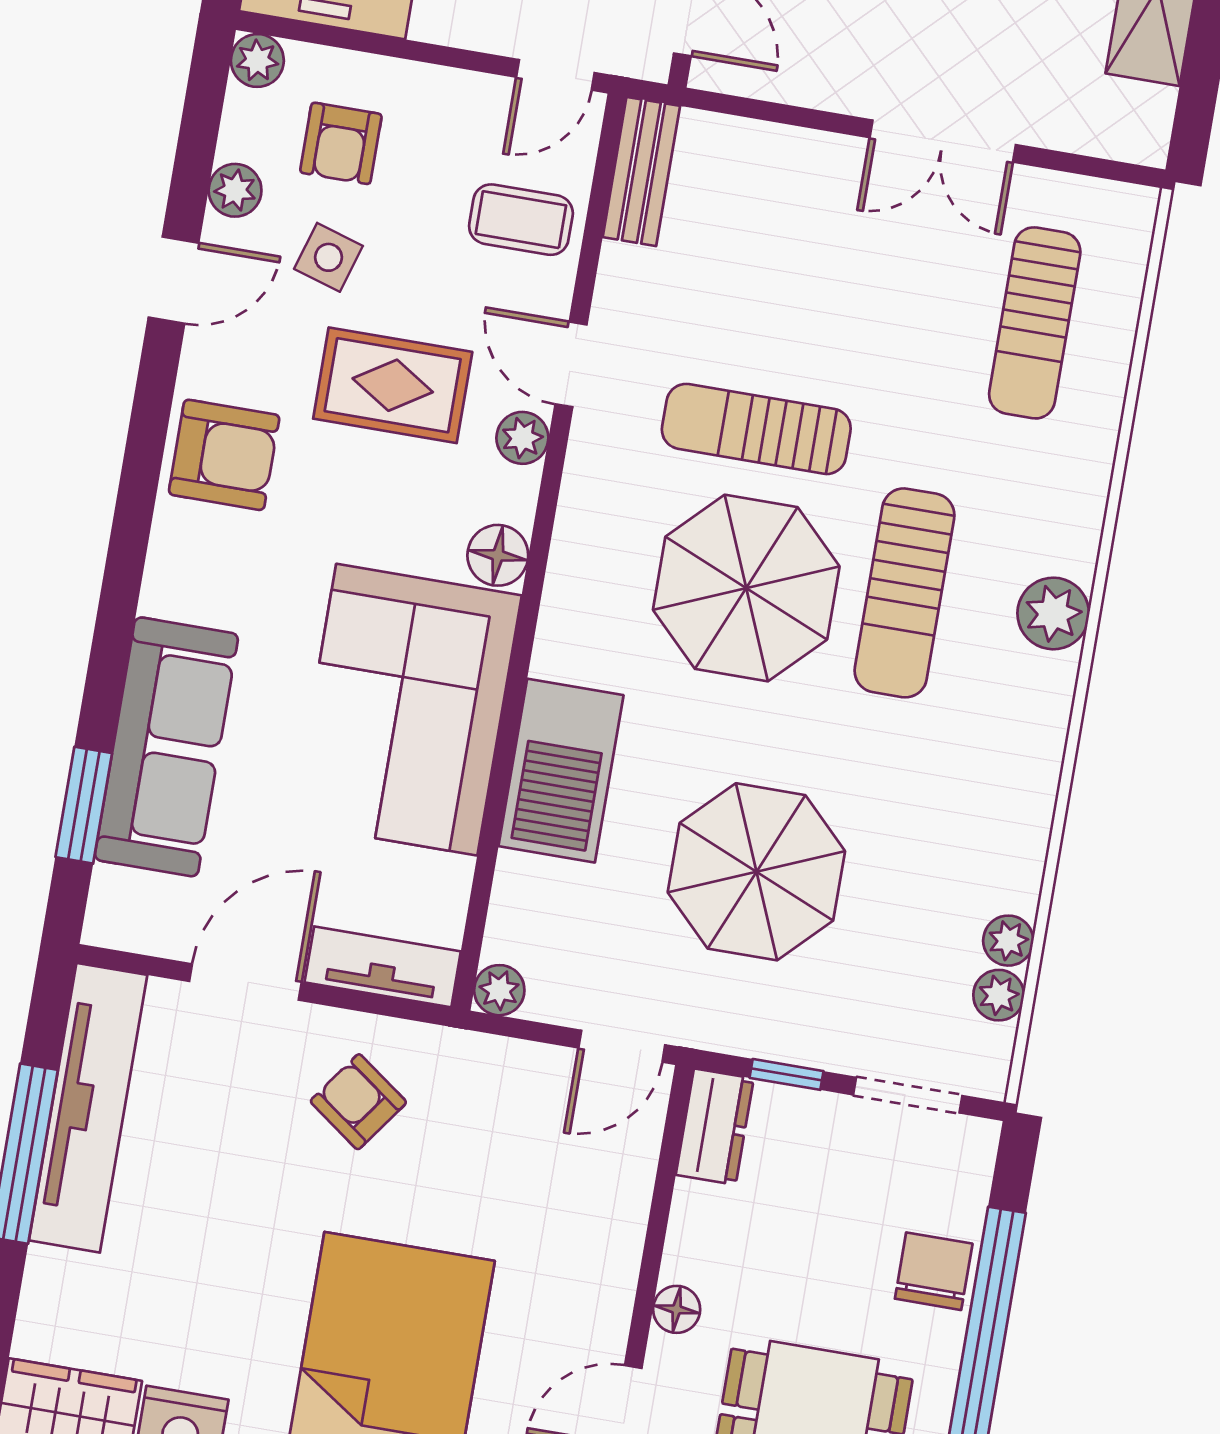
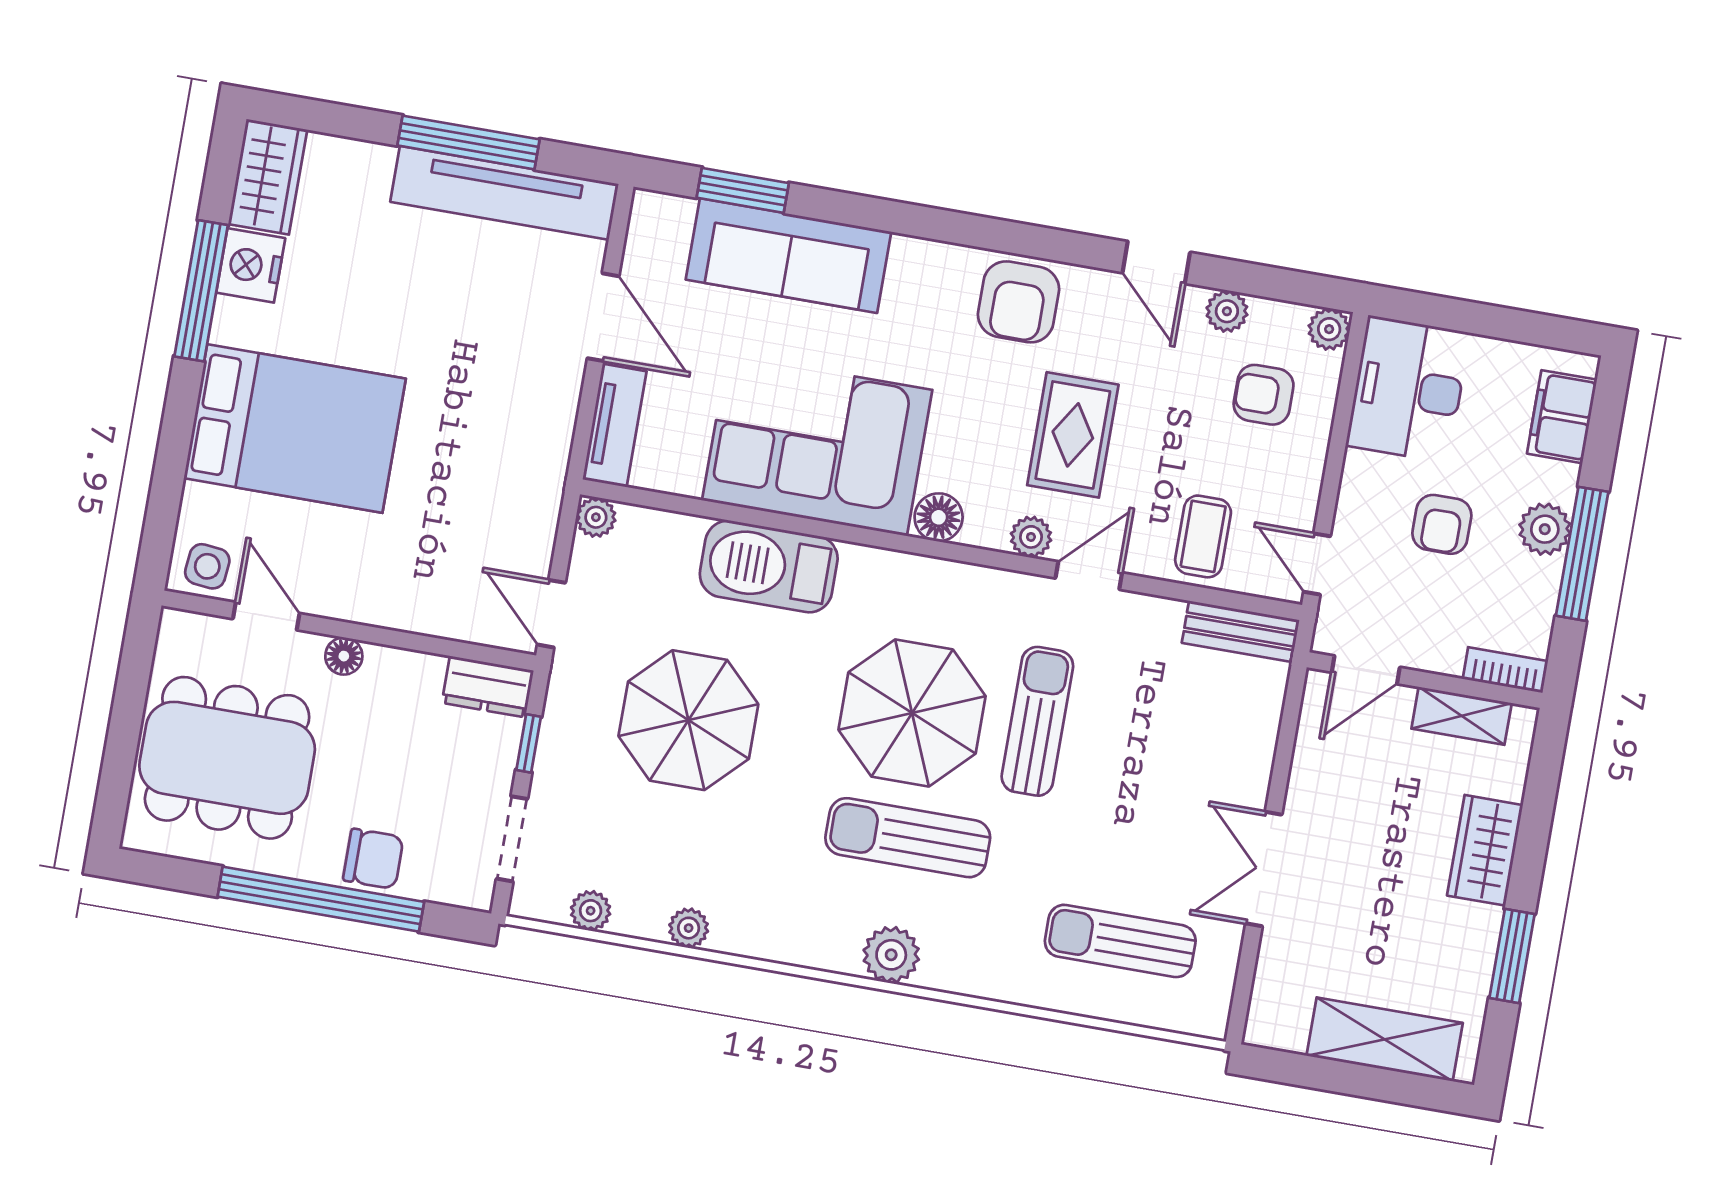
side table: (328, 257) -> (1174, 385), removed
plant: (1008, 941) -> (689, 928), moved
armchair: (358, 1102) -> (508, 406), removed

